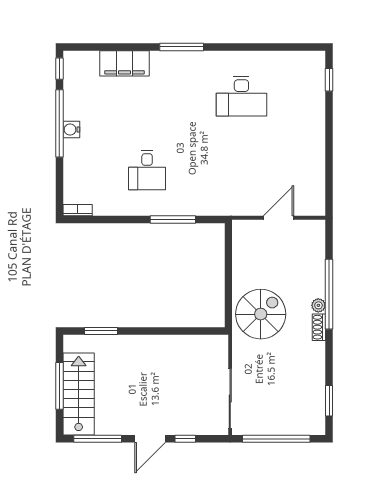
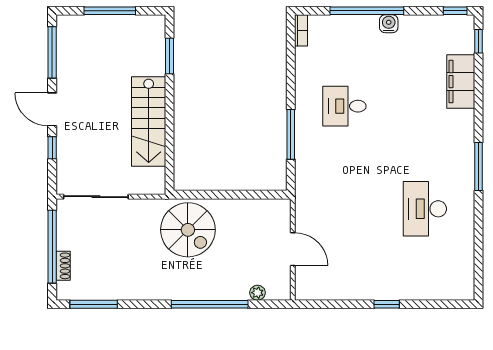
window: (87, 47) -> (479, 41), added
window: (182, 47) -> (479, 166), moved
window: (329, 80) -> (387, 304), moved
window: (59, 123) -> (367, 11), moved
plant: (318, 305) -> (258, 293), moved
shoe rack: (319, 327) -> (63, 266), moved, turned 90
stairs: (79, 394) -> (149, 121), moved, turned 90
window: (329, 401) -> (94, 304), width x1.44

